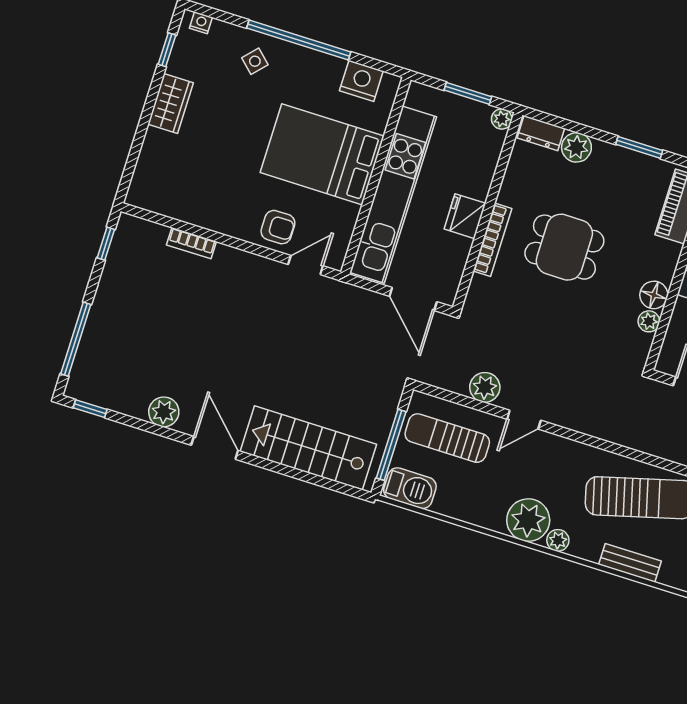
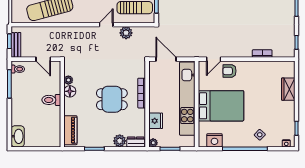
wardrobe: (171, 104) -> (288, 89), moved
fridge: (465, 216) -> (156, 121), moved

